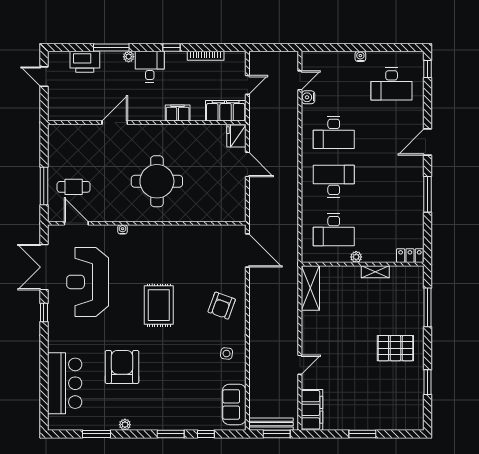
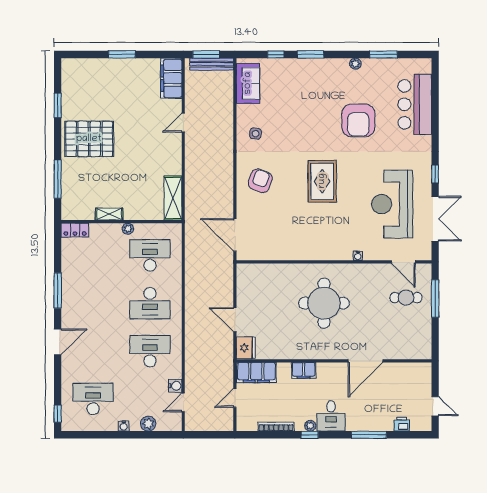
plant: (129, 57) -> (310, 426), moved
plant: (336, 59) -> (148, 424), added
printer: (85, 62) -> (402, 424), width x0.53, depth x0.68
door: (115, 123) -> (365, 361), width x1.36
reception desk: (88, 282) -> (392, 204), turned 180
pallet: (395, 348) -> (89, 139), width x1.37, depth x1.41

